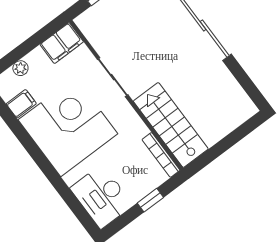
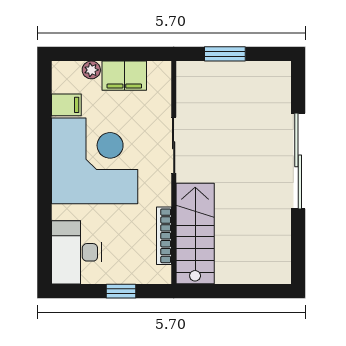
filing cabinet: (62, 43) -> (124, 76), moved
bookcase: (161, 155) -> (164, 236), moved

